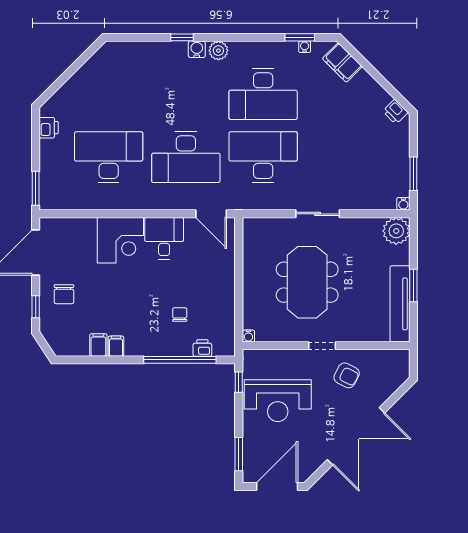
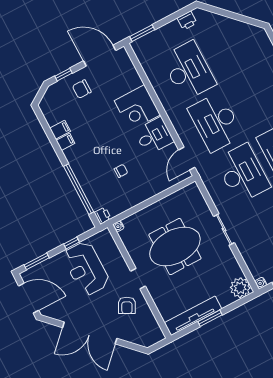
chair: (180, 315) -> (121, 171), moved
printer: (202, 348) -> (103, 216), moved
window: (239, 382) -> (71, 243), moved

